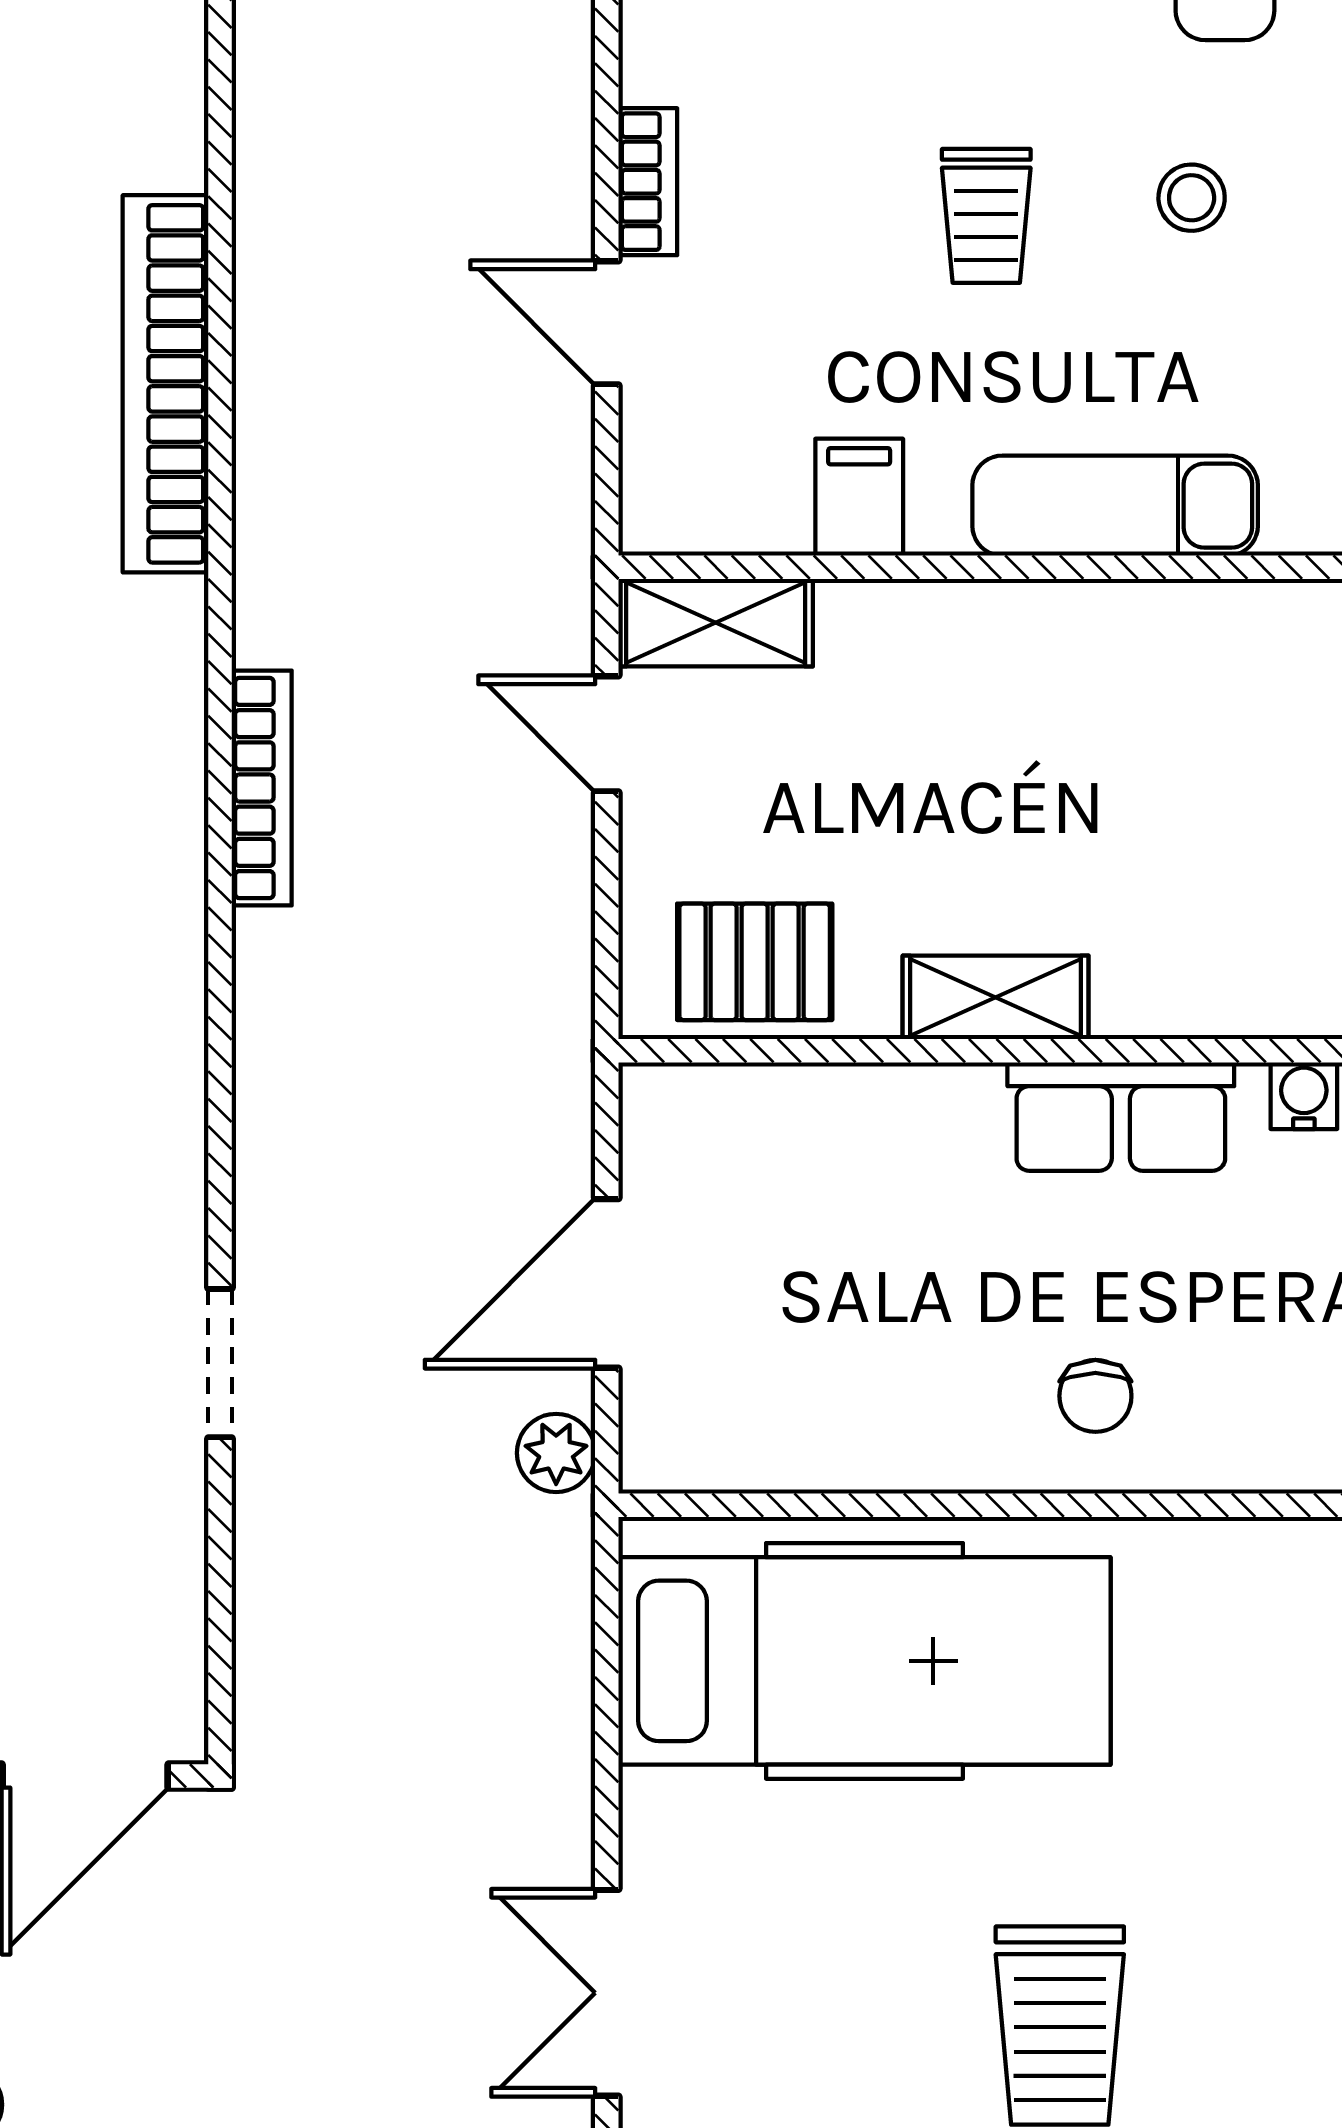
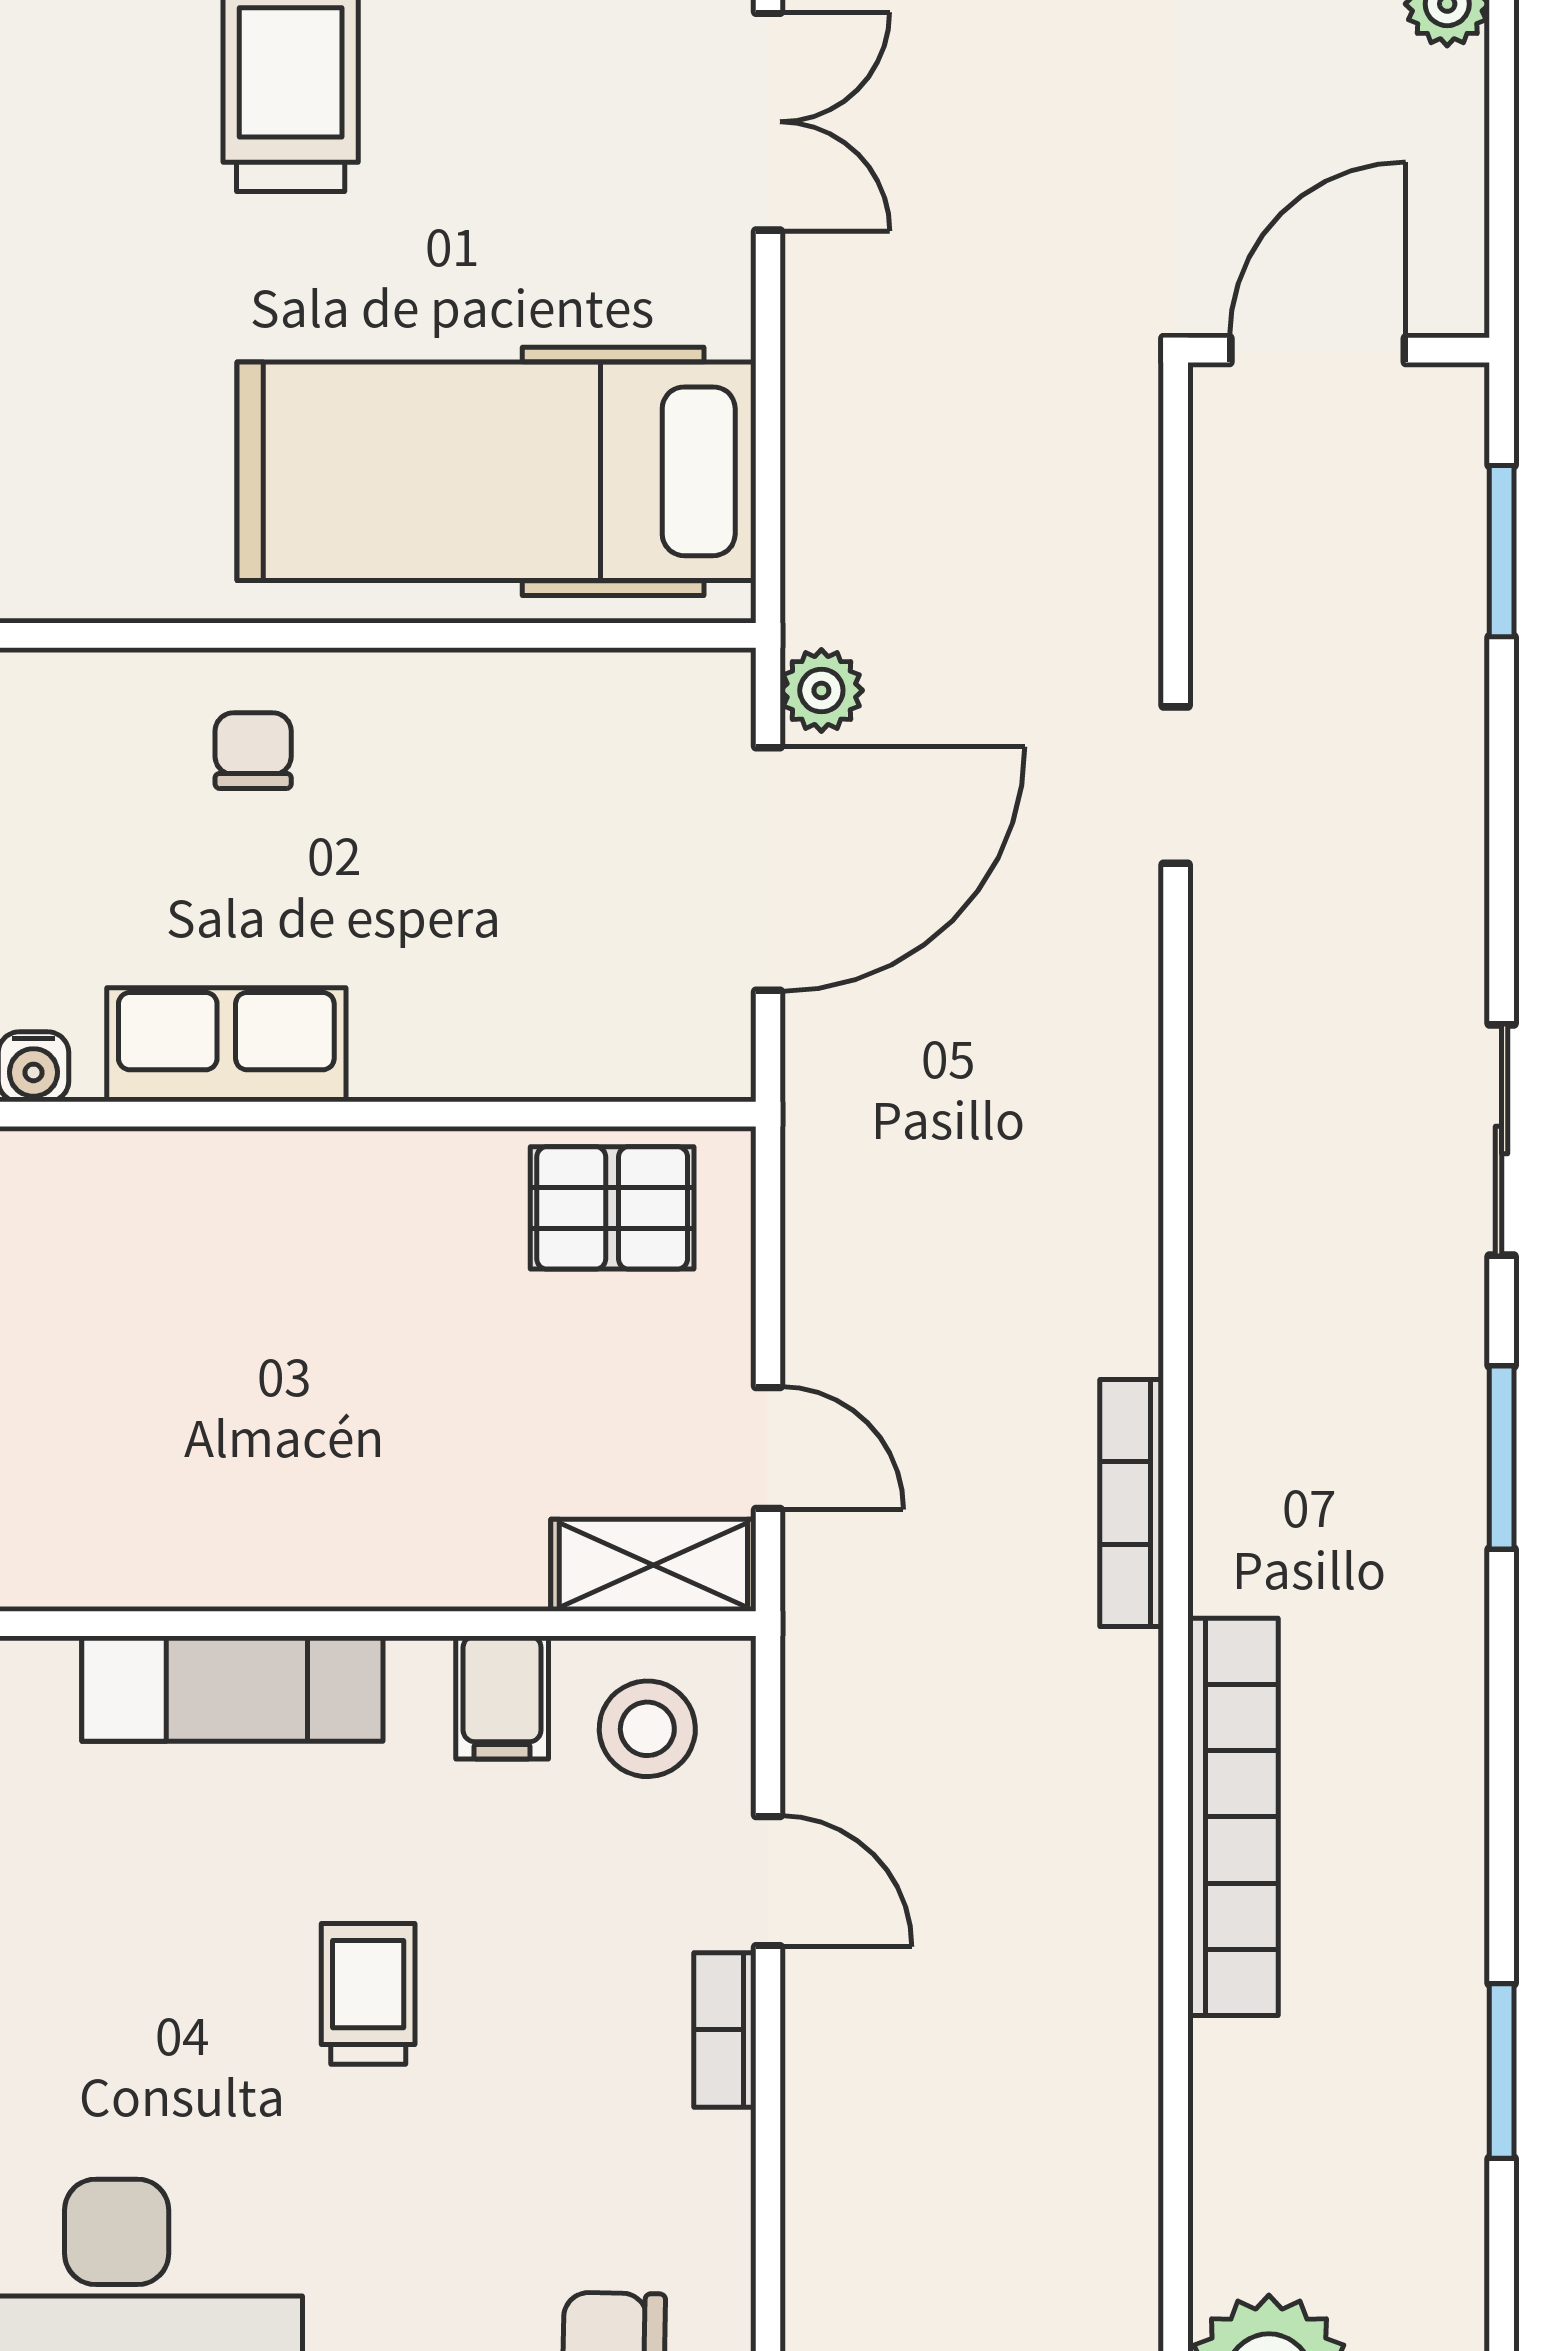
stool: (1192, 198) -> (647, 1729), moved, width x1.37, depth x1.37
bookcase: (262, 788) -> (1132, 1503), moved
shelving: (996, 997) -> (358, 1170), removed
door: (607, 1283) -> (768, 869), width x1.36

